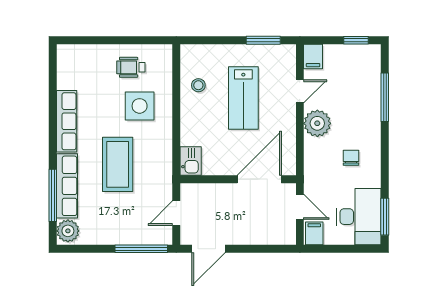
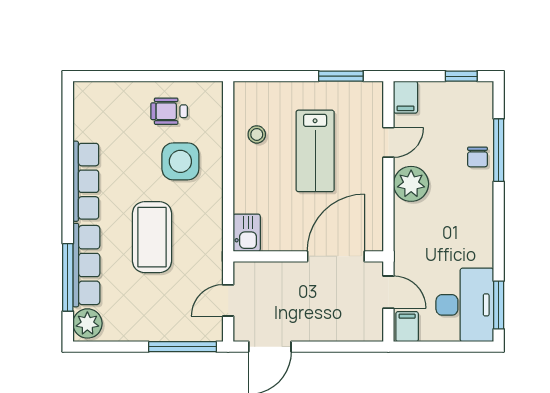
chair: (351, 158) -> (477, 157), moved, turned 180

